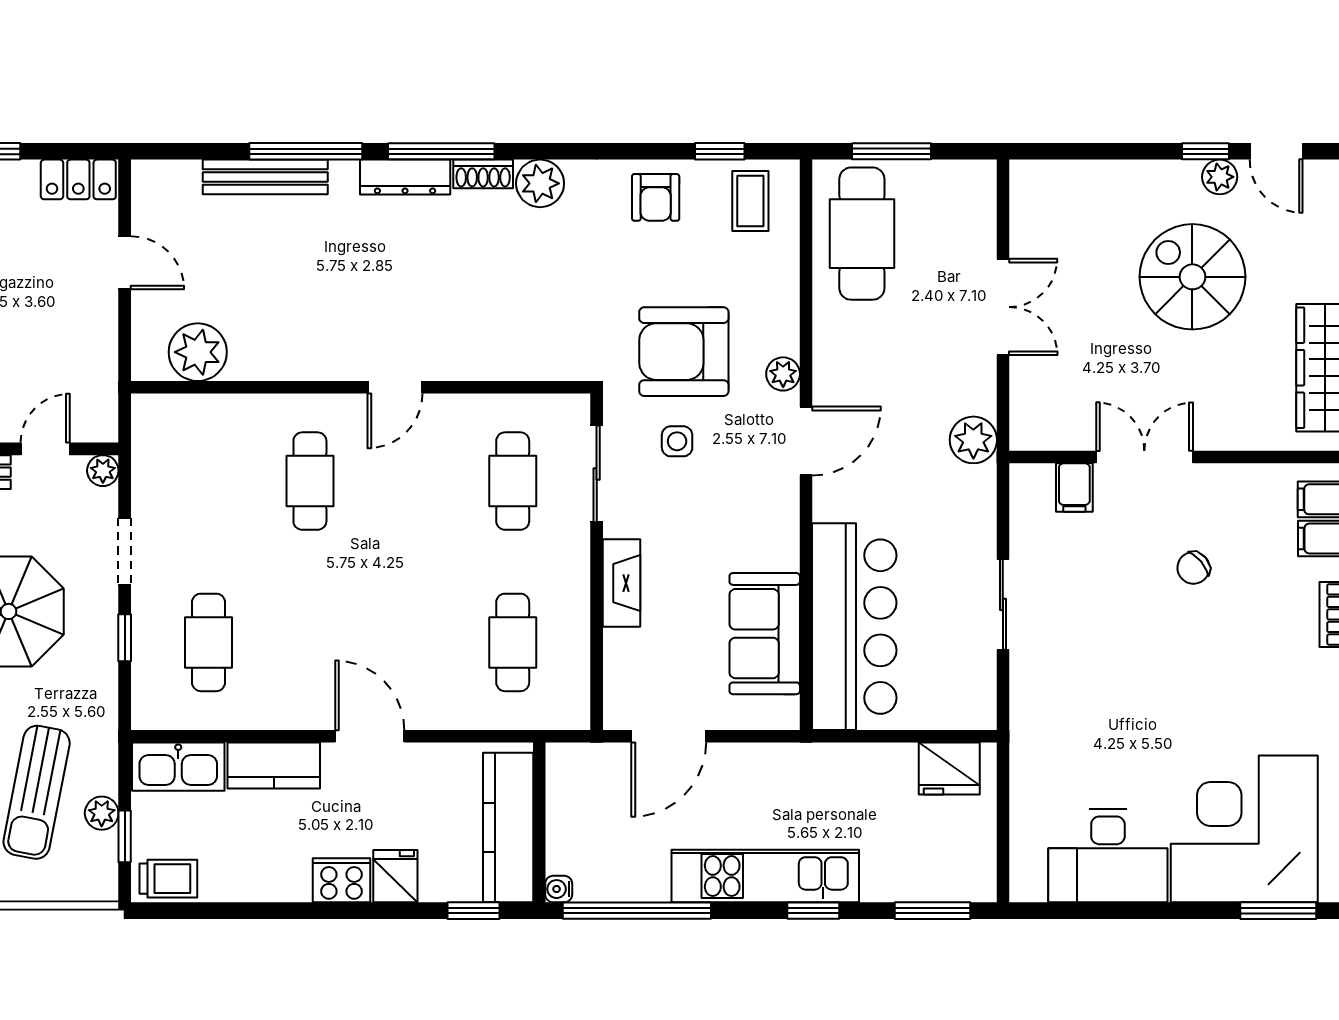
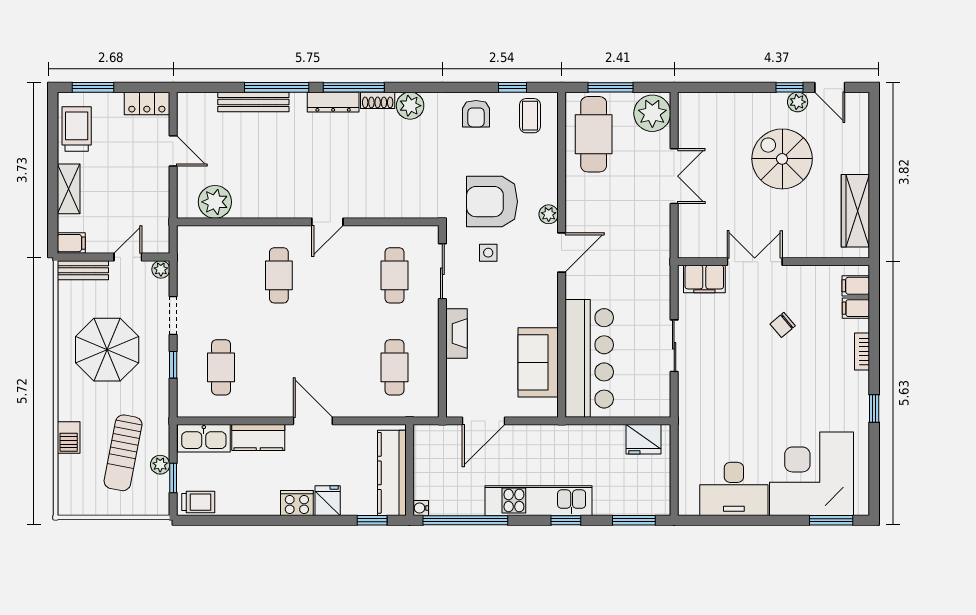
plant: (973, 440) -> (652, 113), moved, width x1.36, depth x1.36
filing cabinet: (1074, 488) -> (704, 279), width x2.00

